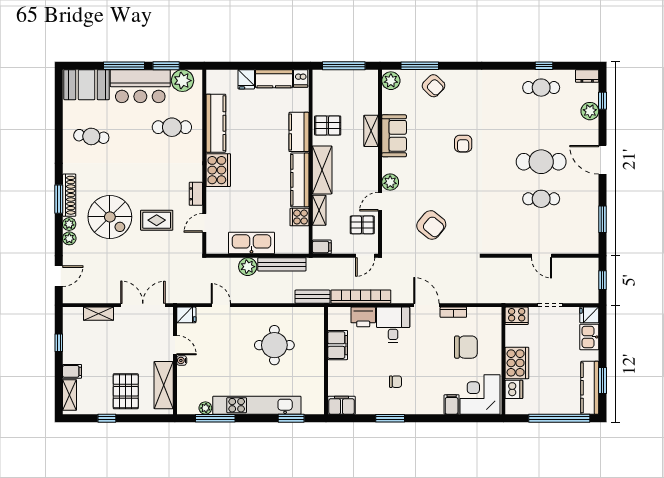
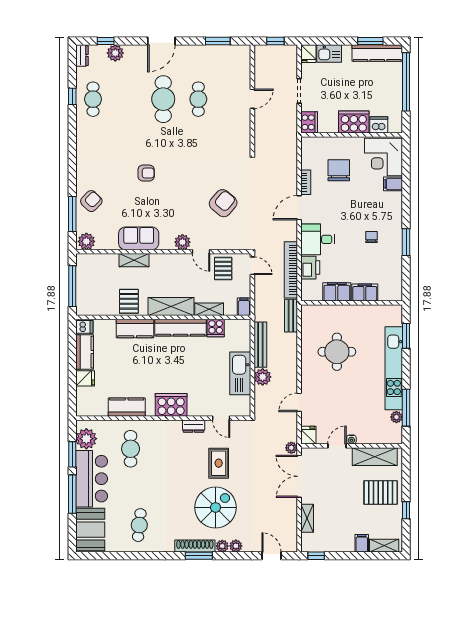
kitchen counter: (216, 123) -> (127, 407), width x0.67
plant: (173, 297) -> (291, 448), added
window: (59, 343) -> (316, 556), moved
filing cabinet: (342, 405) -> (365, 292), moved, turned 90

